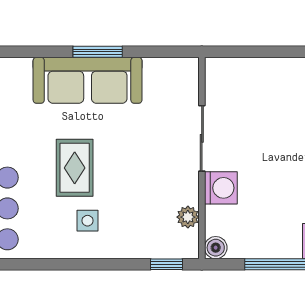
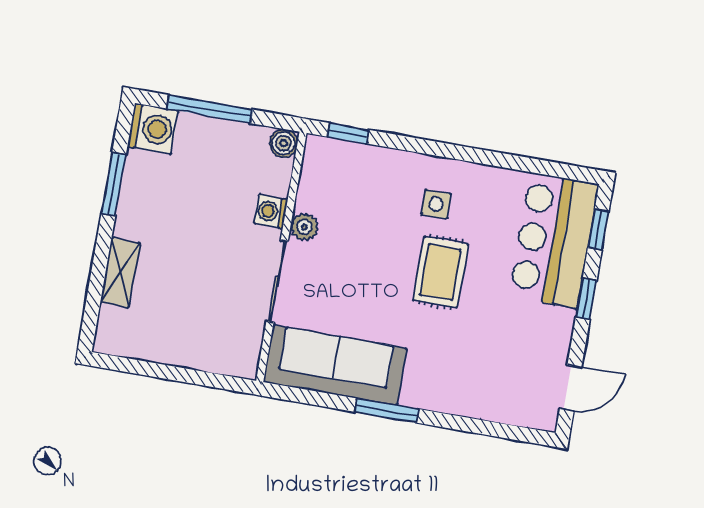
sofa: (88, 80) -> (335, 365), moved
washing machine: (221, 188) -> (271, 211), width x0.73, depth x0.73
plant: (188, 217) -> (304, 227), moved

